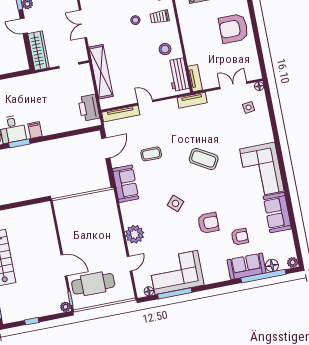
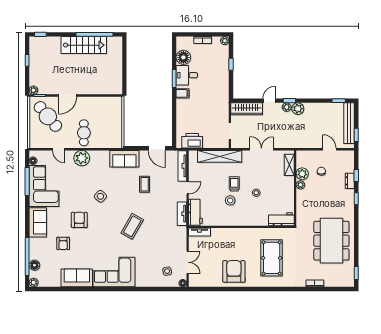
trolley: (160, 17) -> (234, 184), moved
stool: (165, 49) -> (230, 200), moved
workbench: (178, 75) -> (195, 212), moved, turned 90
tv unit: (192, 100) -> (182, 214), moved
armchair: (208, 223) -> (79, 220), turned 180
cafe table: (104, 238) -> (84, 133), added
sofa: (246, 266) -> (38, 222), moved
cafe table: (93, 284) -> (48, 116), turned -40

